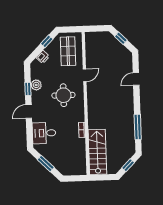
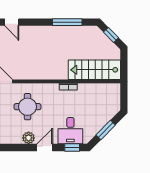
plant: (36, 85) -> (29, 138), moved
window: (28, 89) -> (72, 148), moved
door: (29, 111) -> (45, 148), swing flipped

